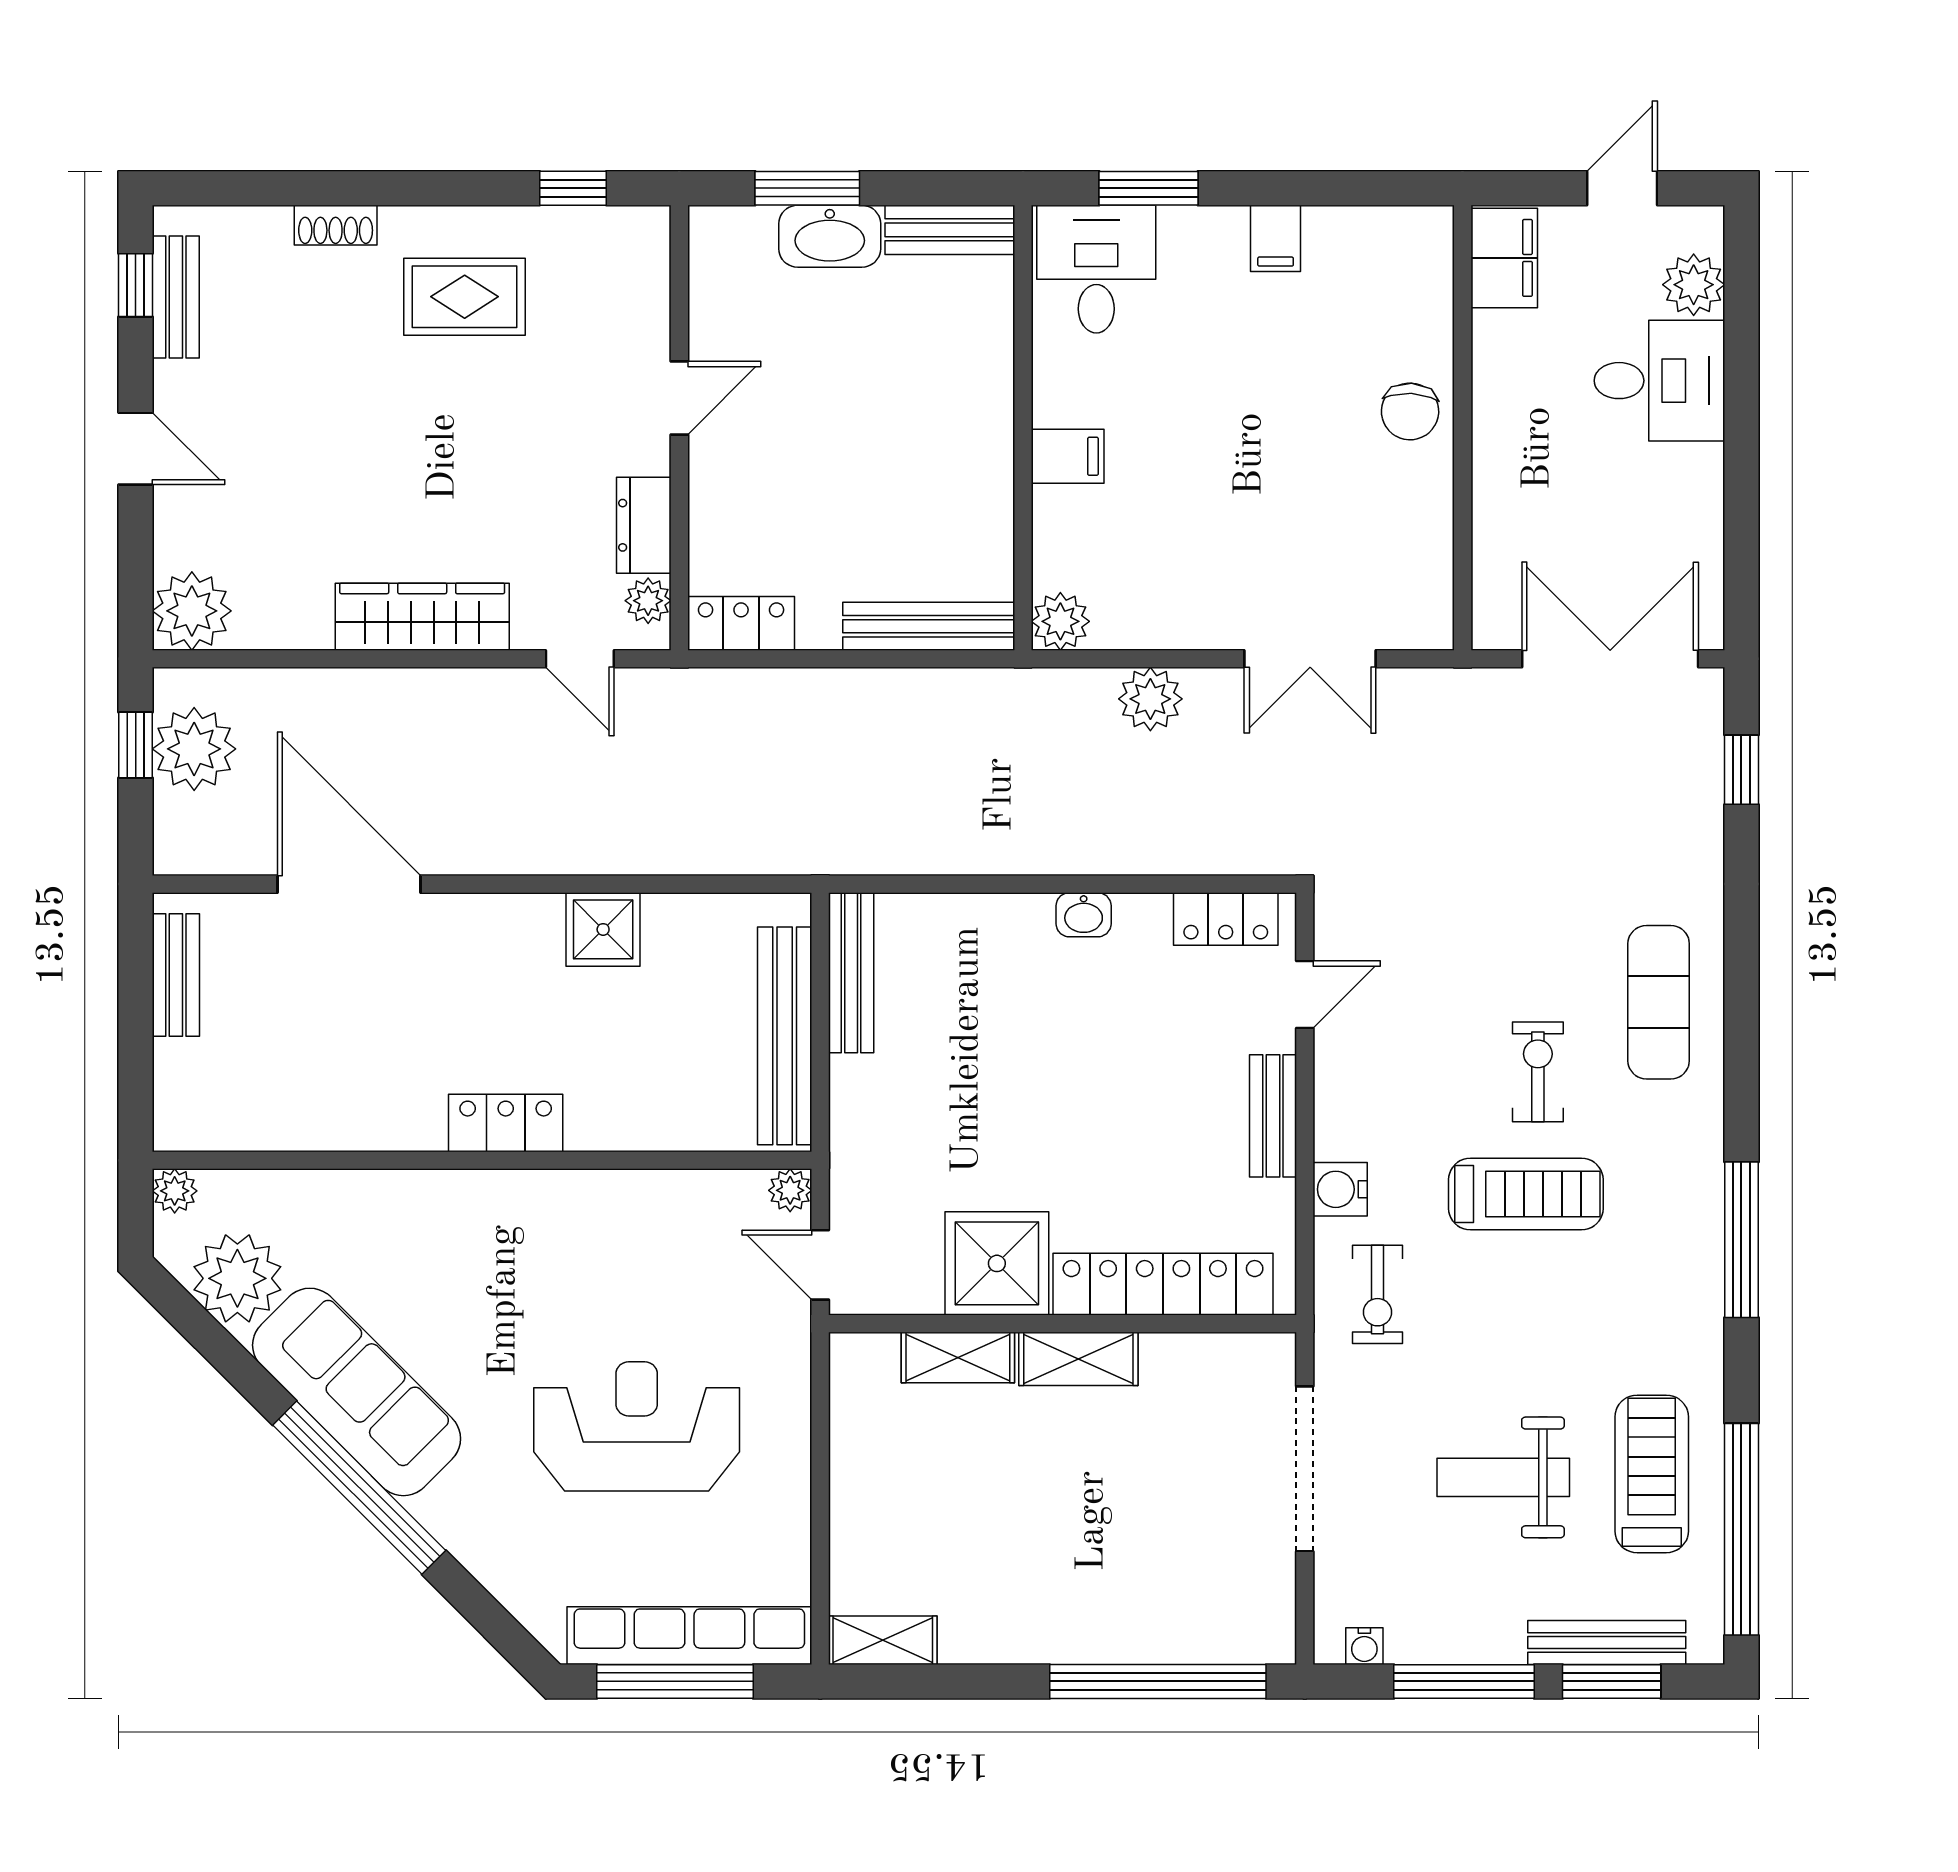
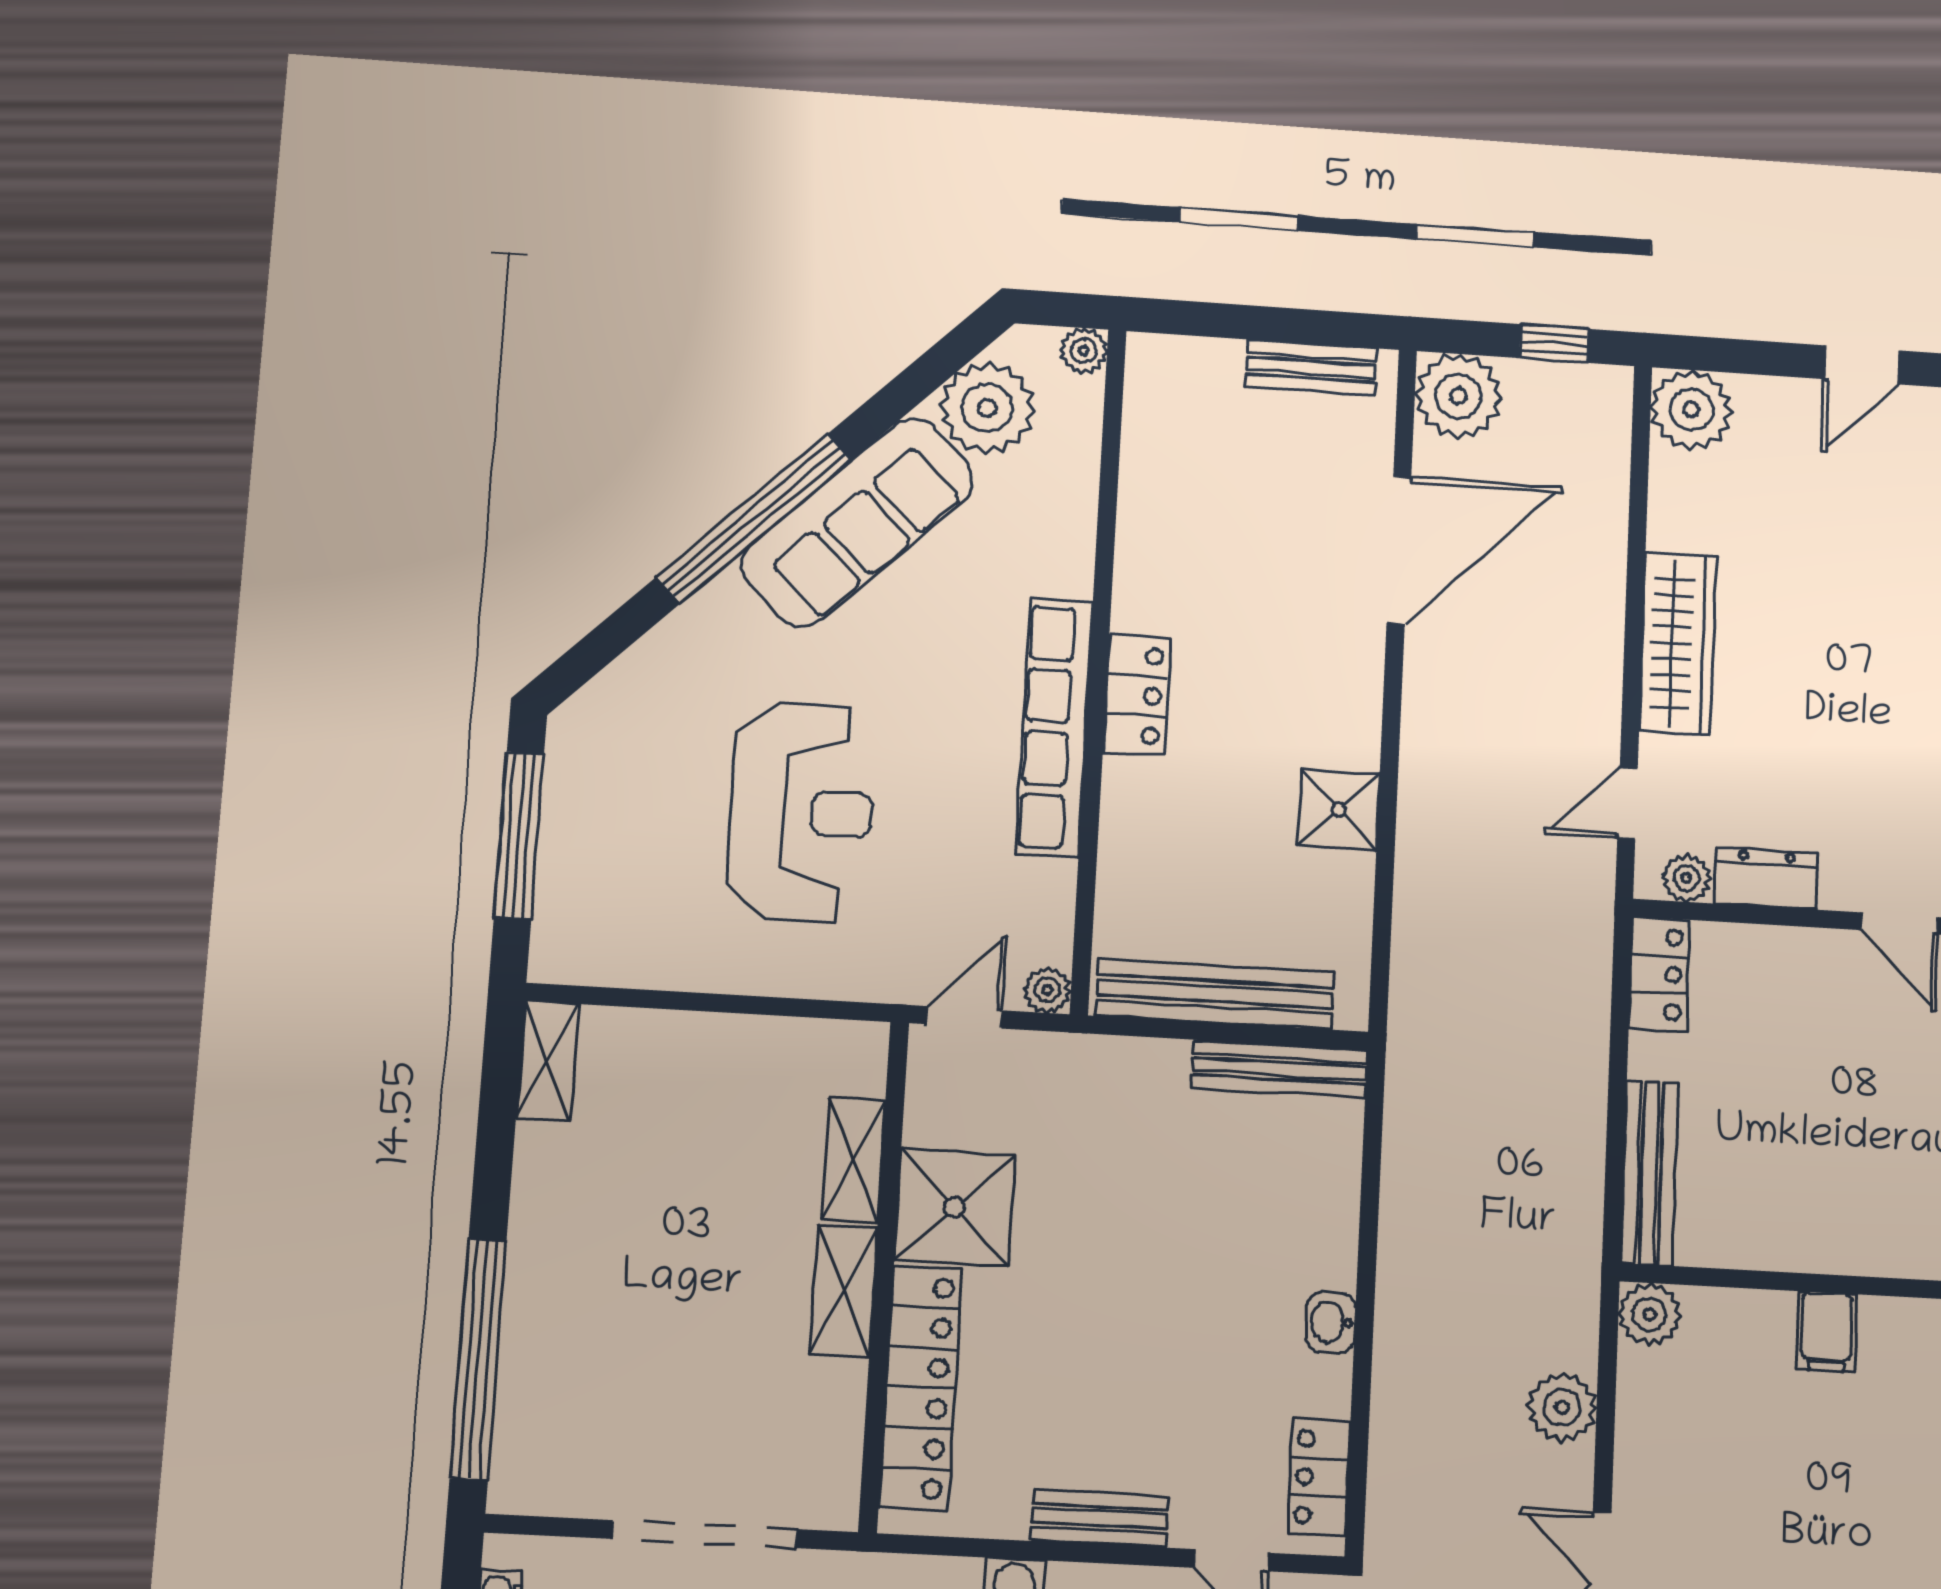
plant: (194, 749) -> (1458, 396), moved
row of seats: (689, 1636) -> (1055, 727), moved, turned 180

